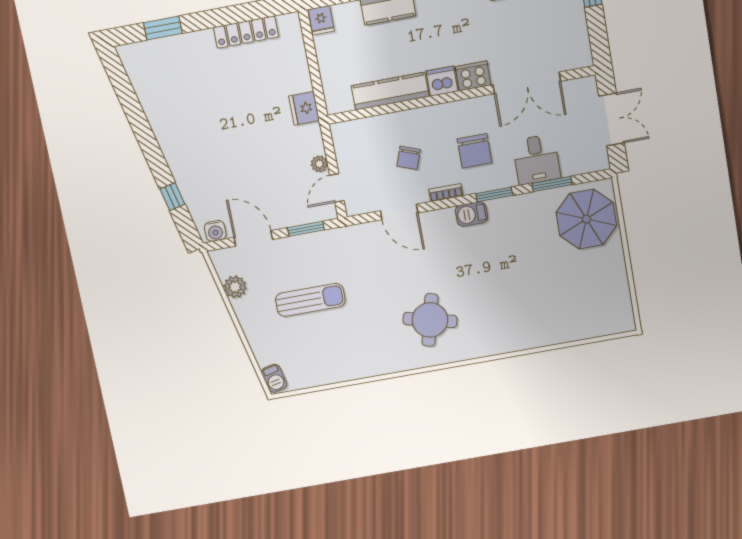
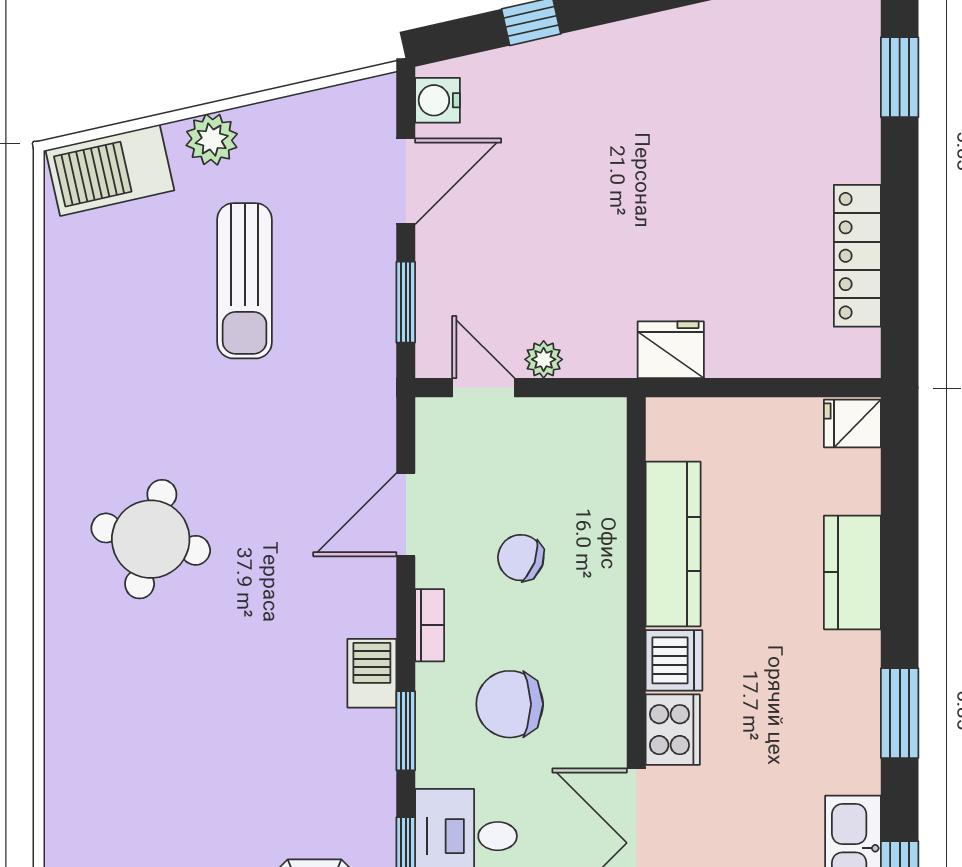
plant: (235, 287) -> (212, 140), moved
barbecue: (274, 378) -> (110, 170), width x1.88, depth x1.53

